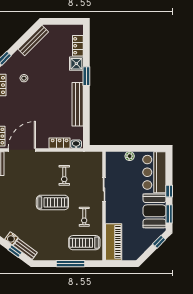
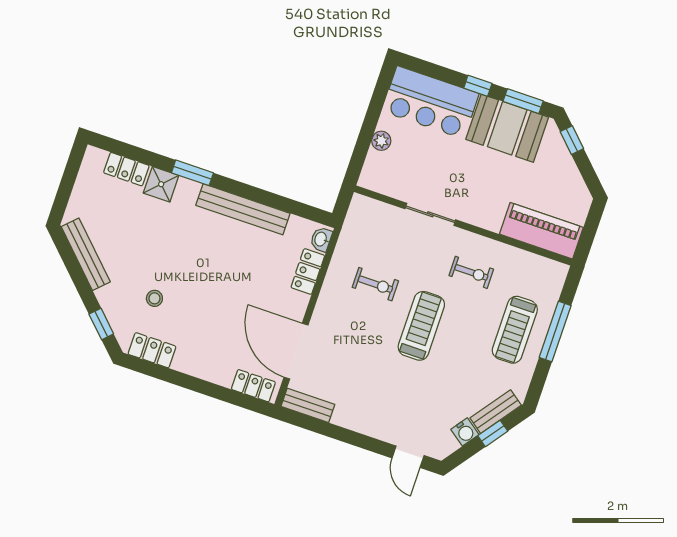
treadmill: (84, 243) -> (515, 330), moved

